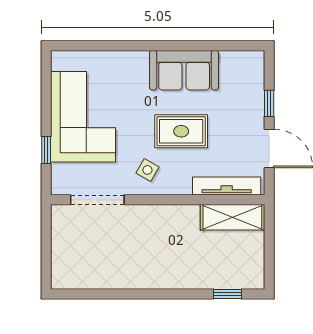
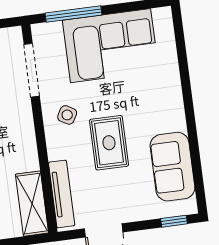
sofa: (184, 70) -> (172, 167), moved
window: (269, 103) -> (174, 221), moved
window: (46, 150) -> (74, 14), width x2.17

